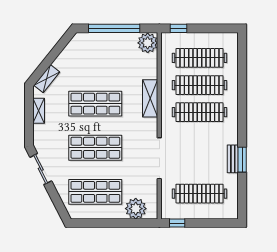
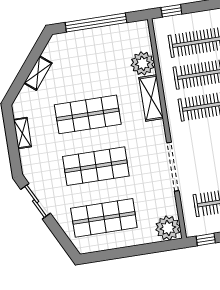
plant: (148, 43) -> (143, 63), moved
shelving: (47, 79) -> (38, 73), moved
plant: (136, 209) -> (168, 228), moved

